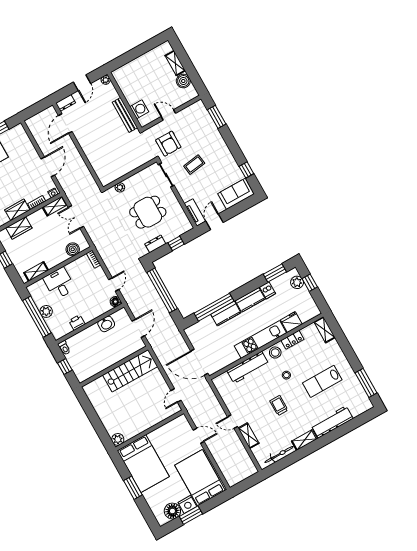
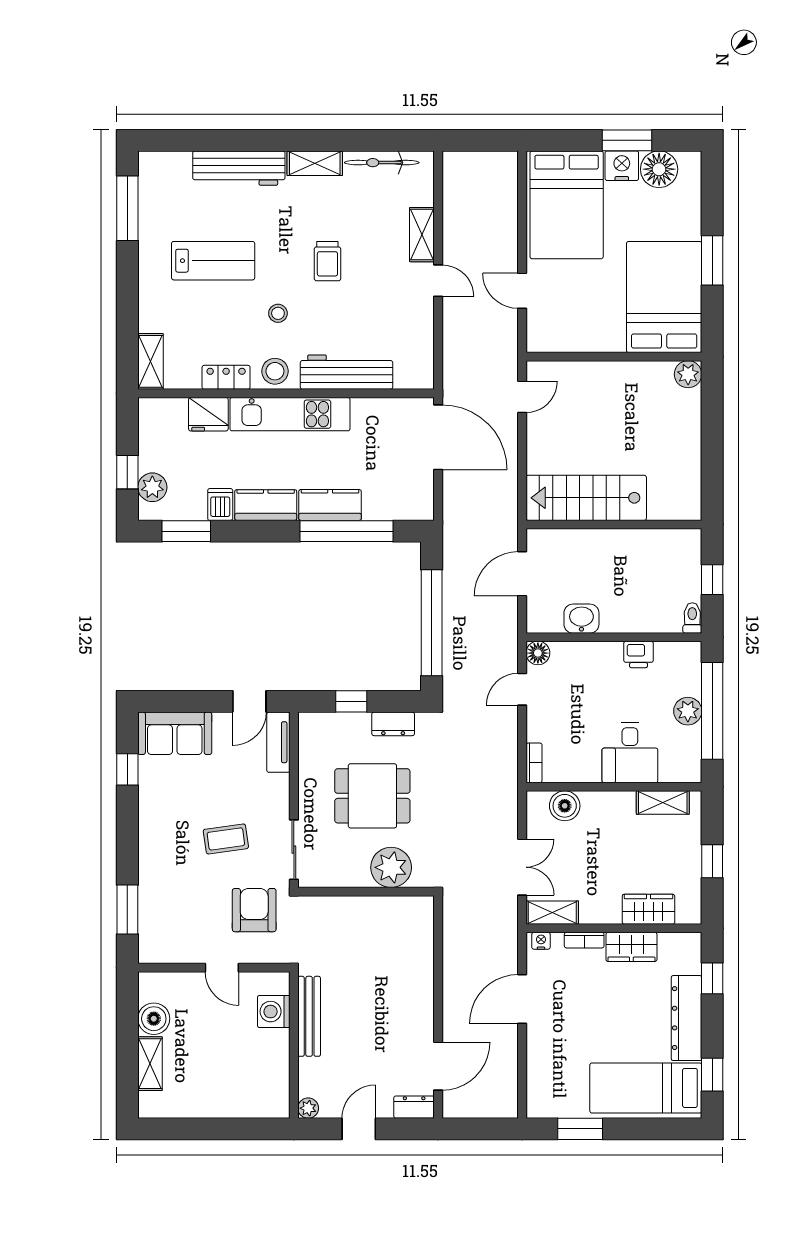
plant: (120, 187) -> (391, 867), width x1.88, depth x1.88

